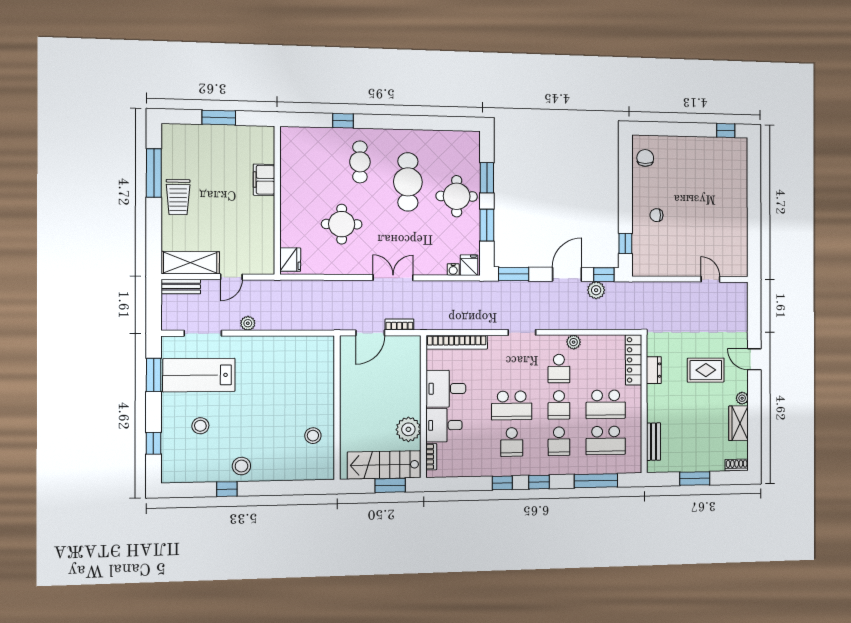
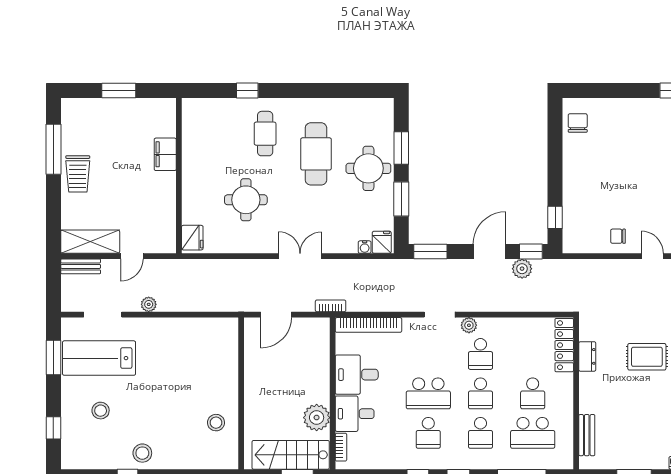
chair: (656, 215) -> (618, 236), moved
bookcase: (399, 324) -> (331, 306), moved
plant: (574, 342) -> (469, 325), moved
school desk: (606, 404) -> (533, 393), width x0.54

